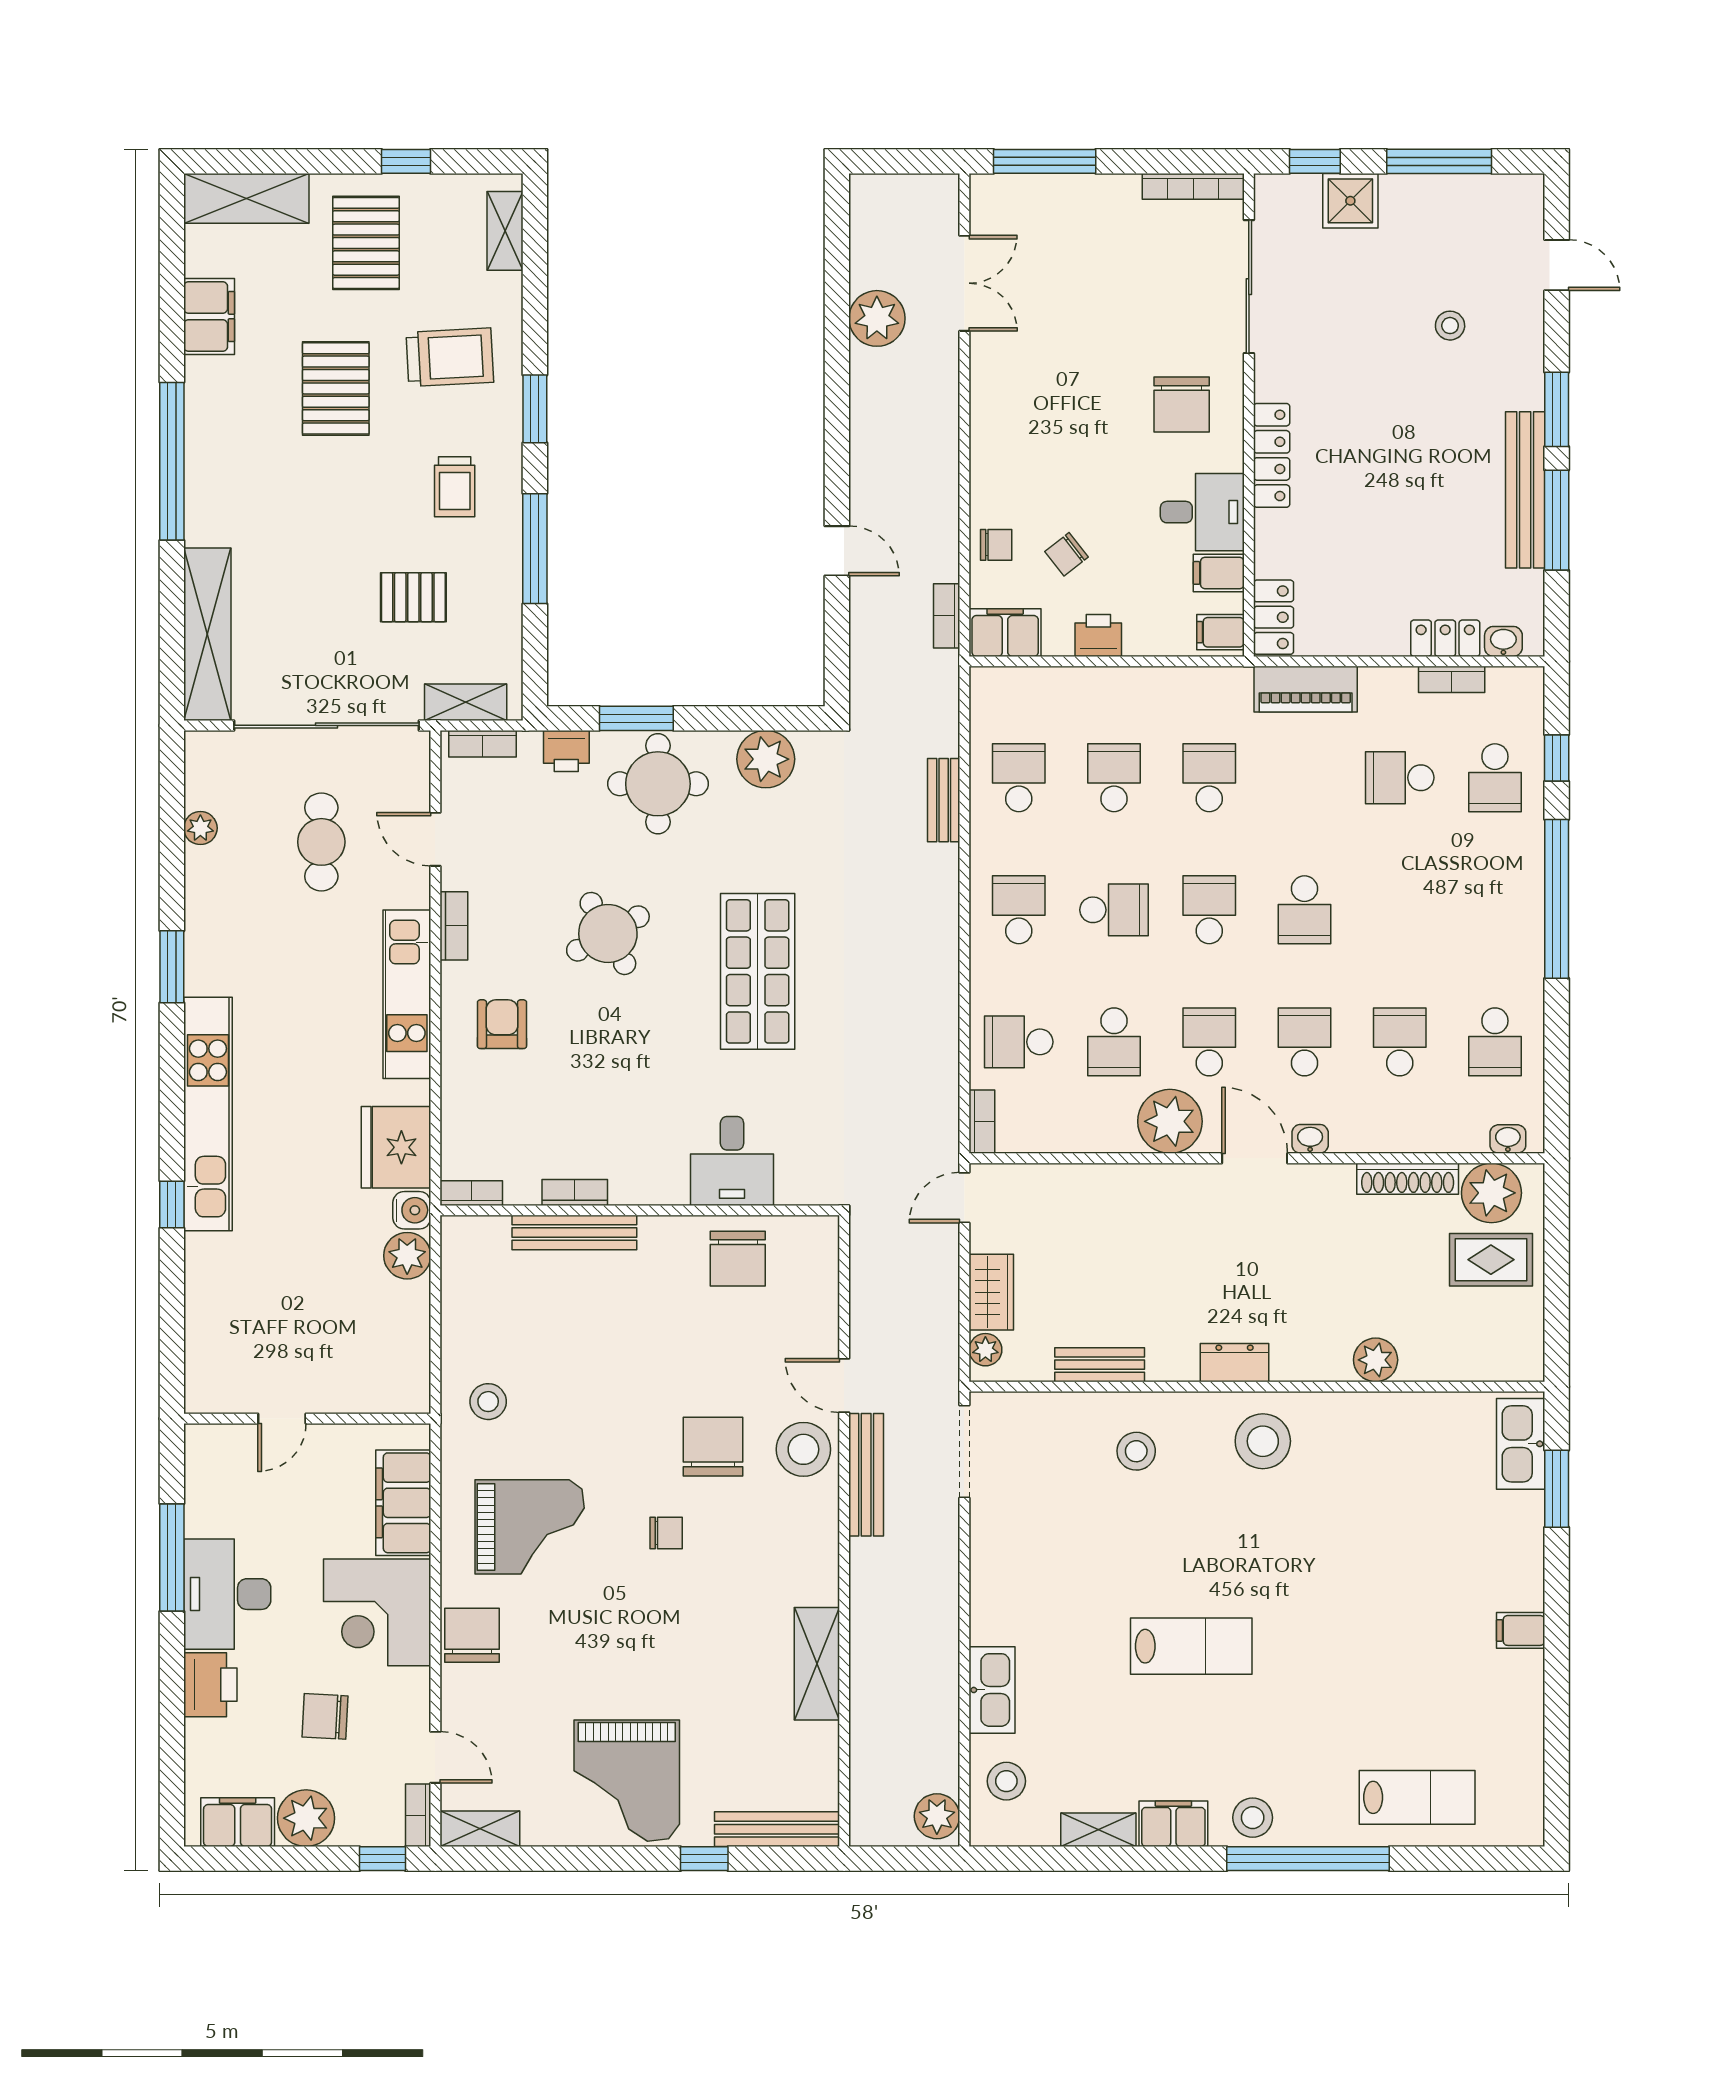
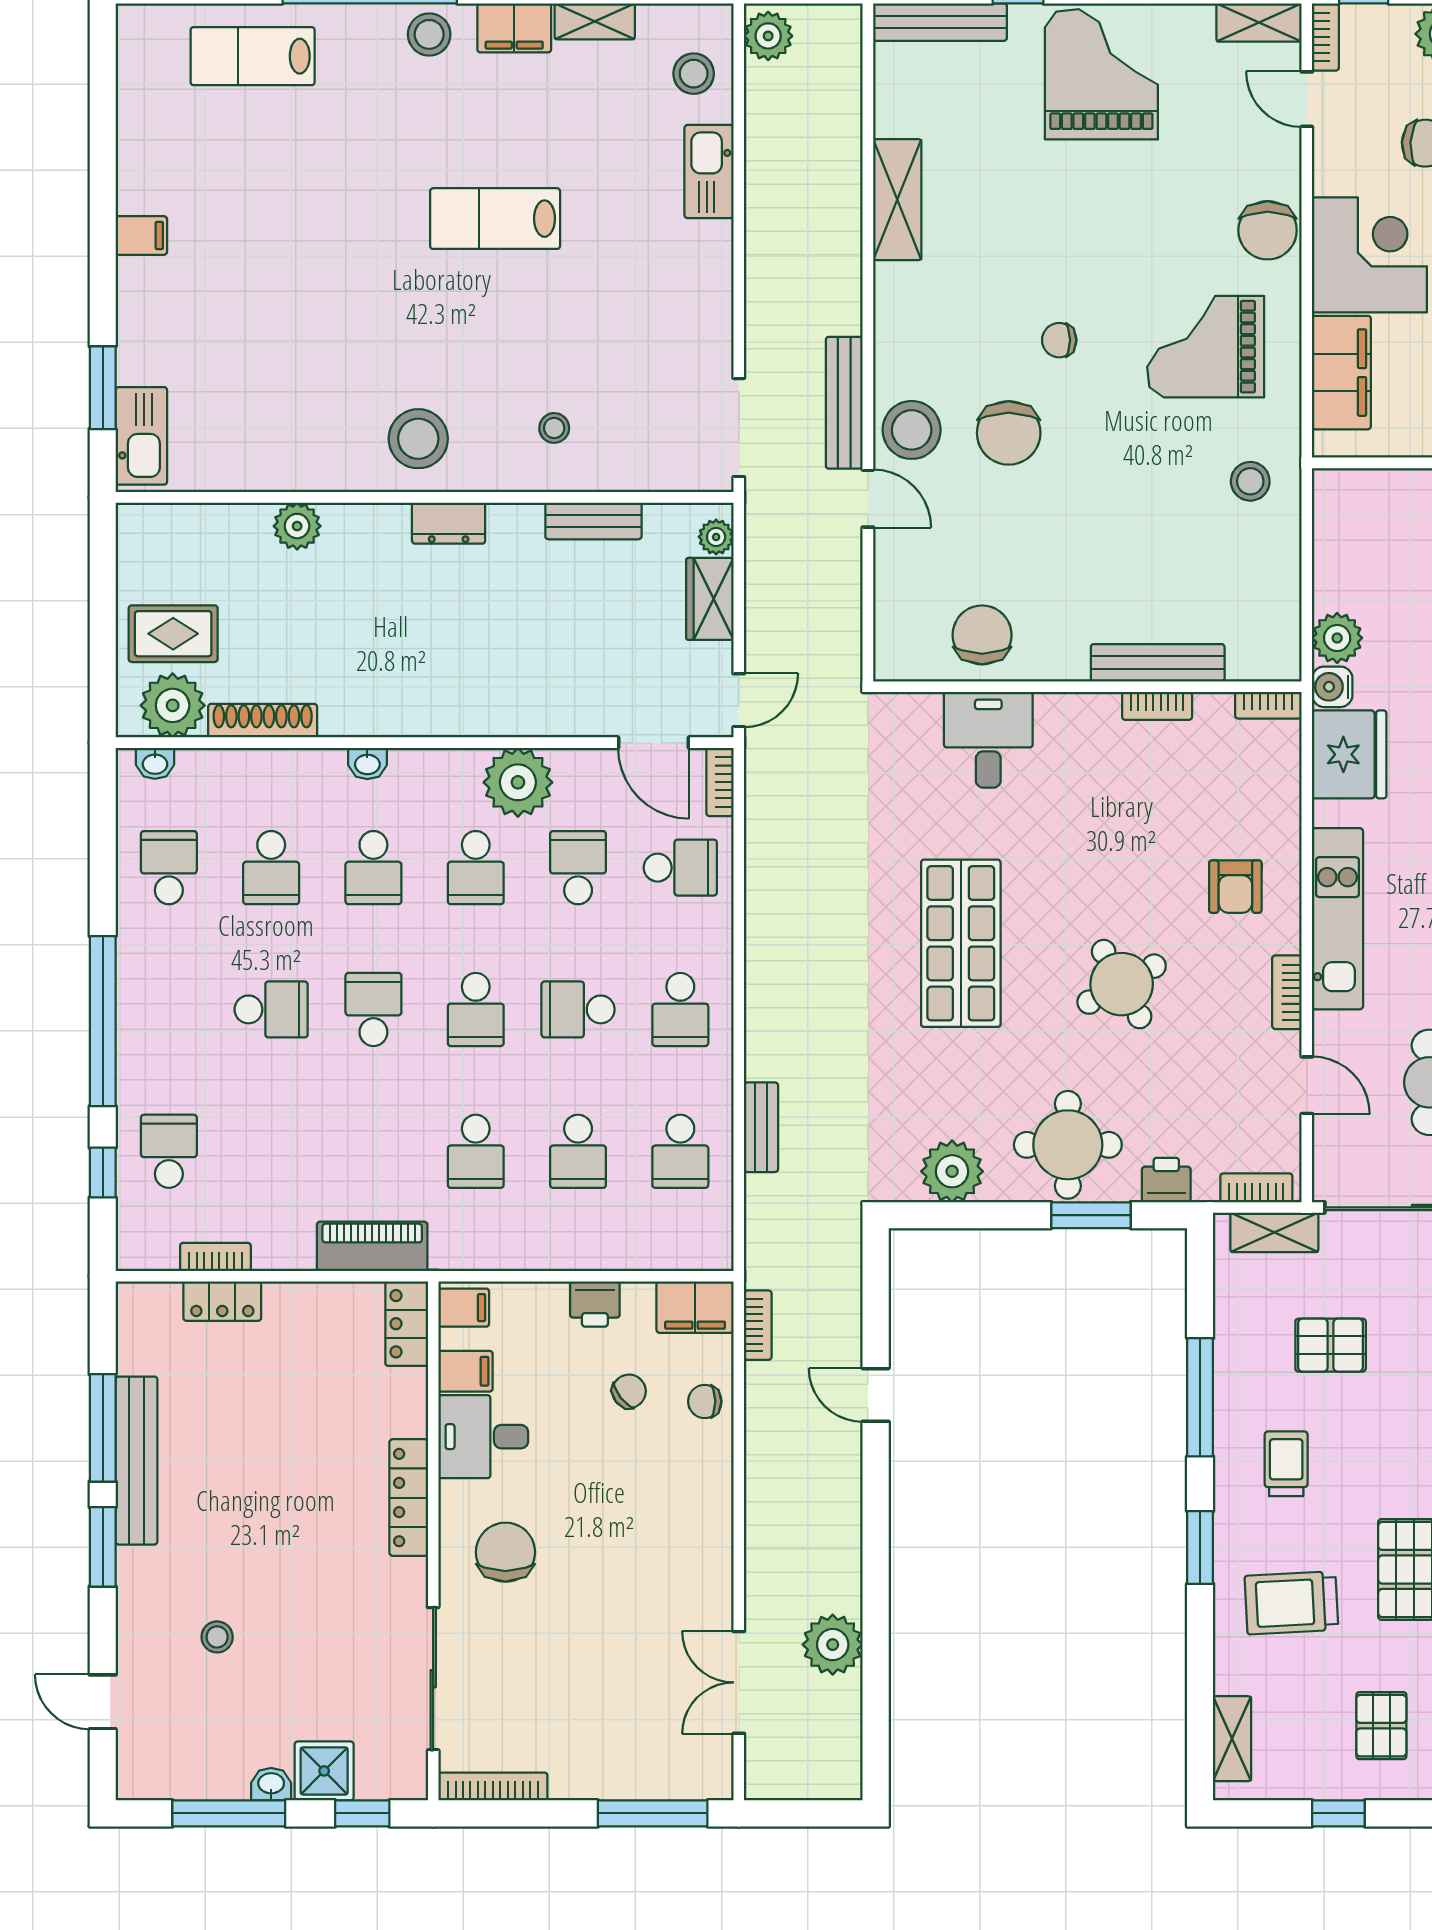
pallet: (366, 243) -> (1381, 1726), width x0.67, depth x0.71
washbasin: (1503, 641) -> (271, 1784), moved, turned 180
school desk: (1400, 778) -> (271, 1009), moved
door: (1255, 1158) -> (654, 743), moved
stool: (1136, 1451) -> (554, 428), width x0.73, depth x0.73

